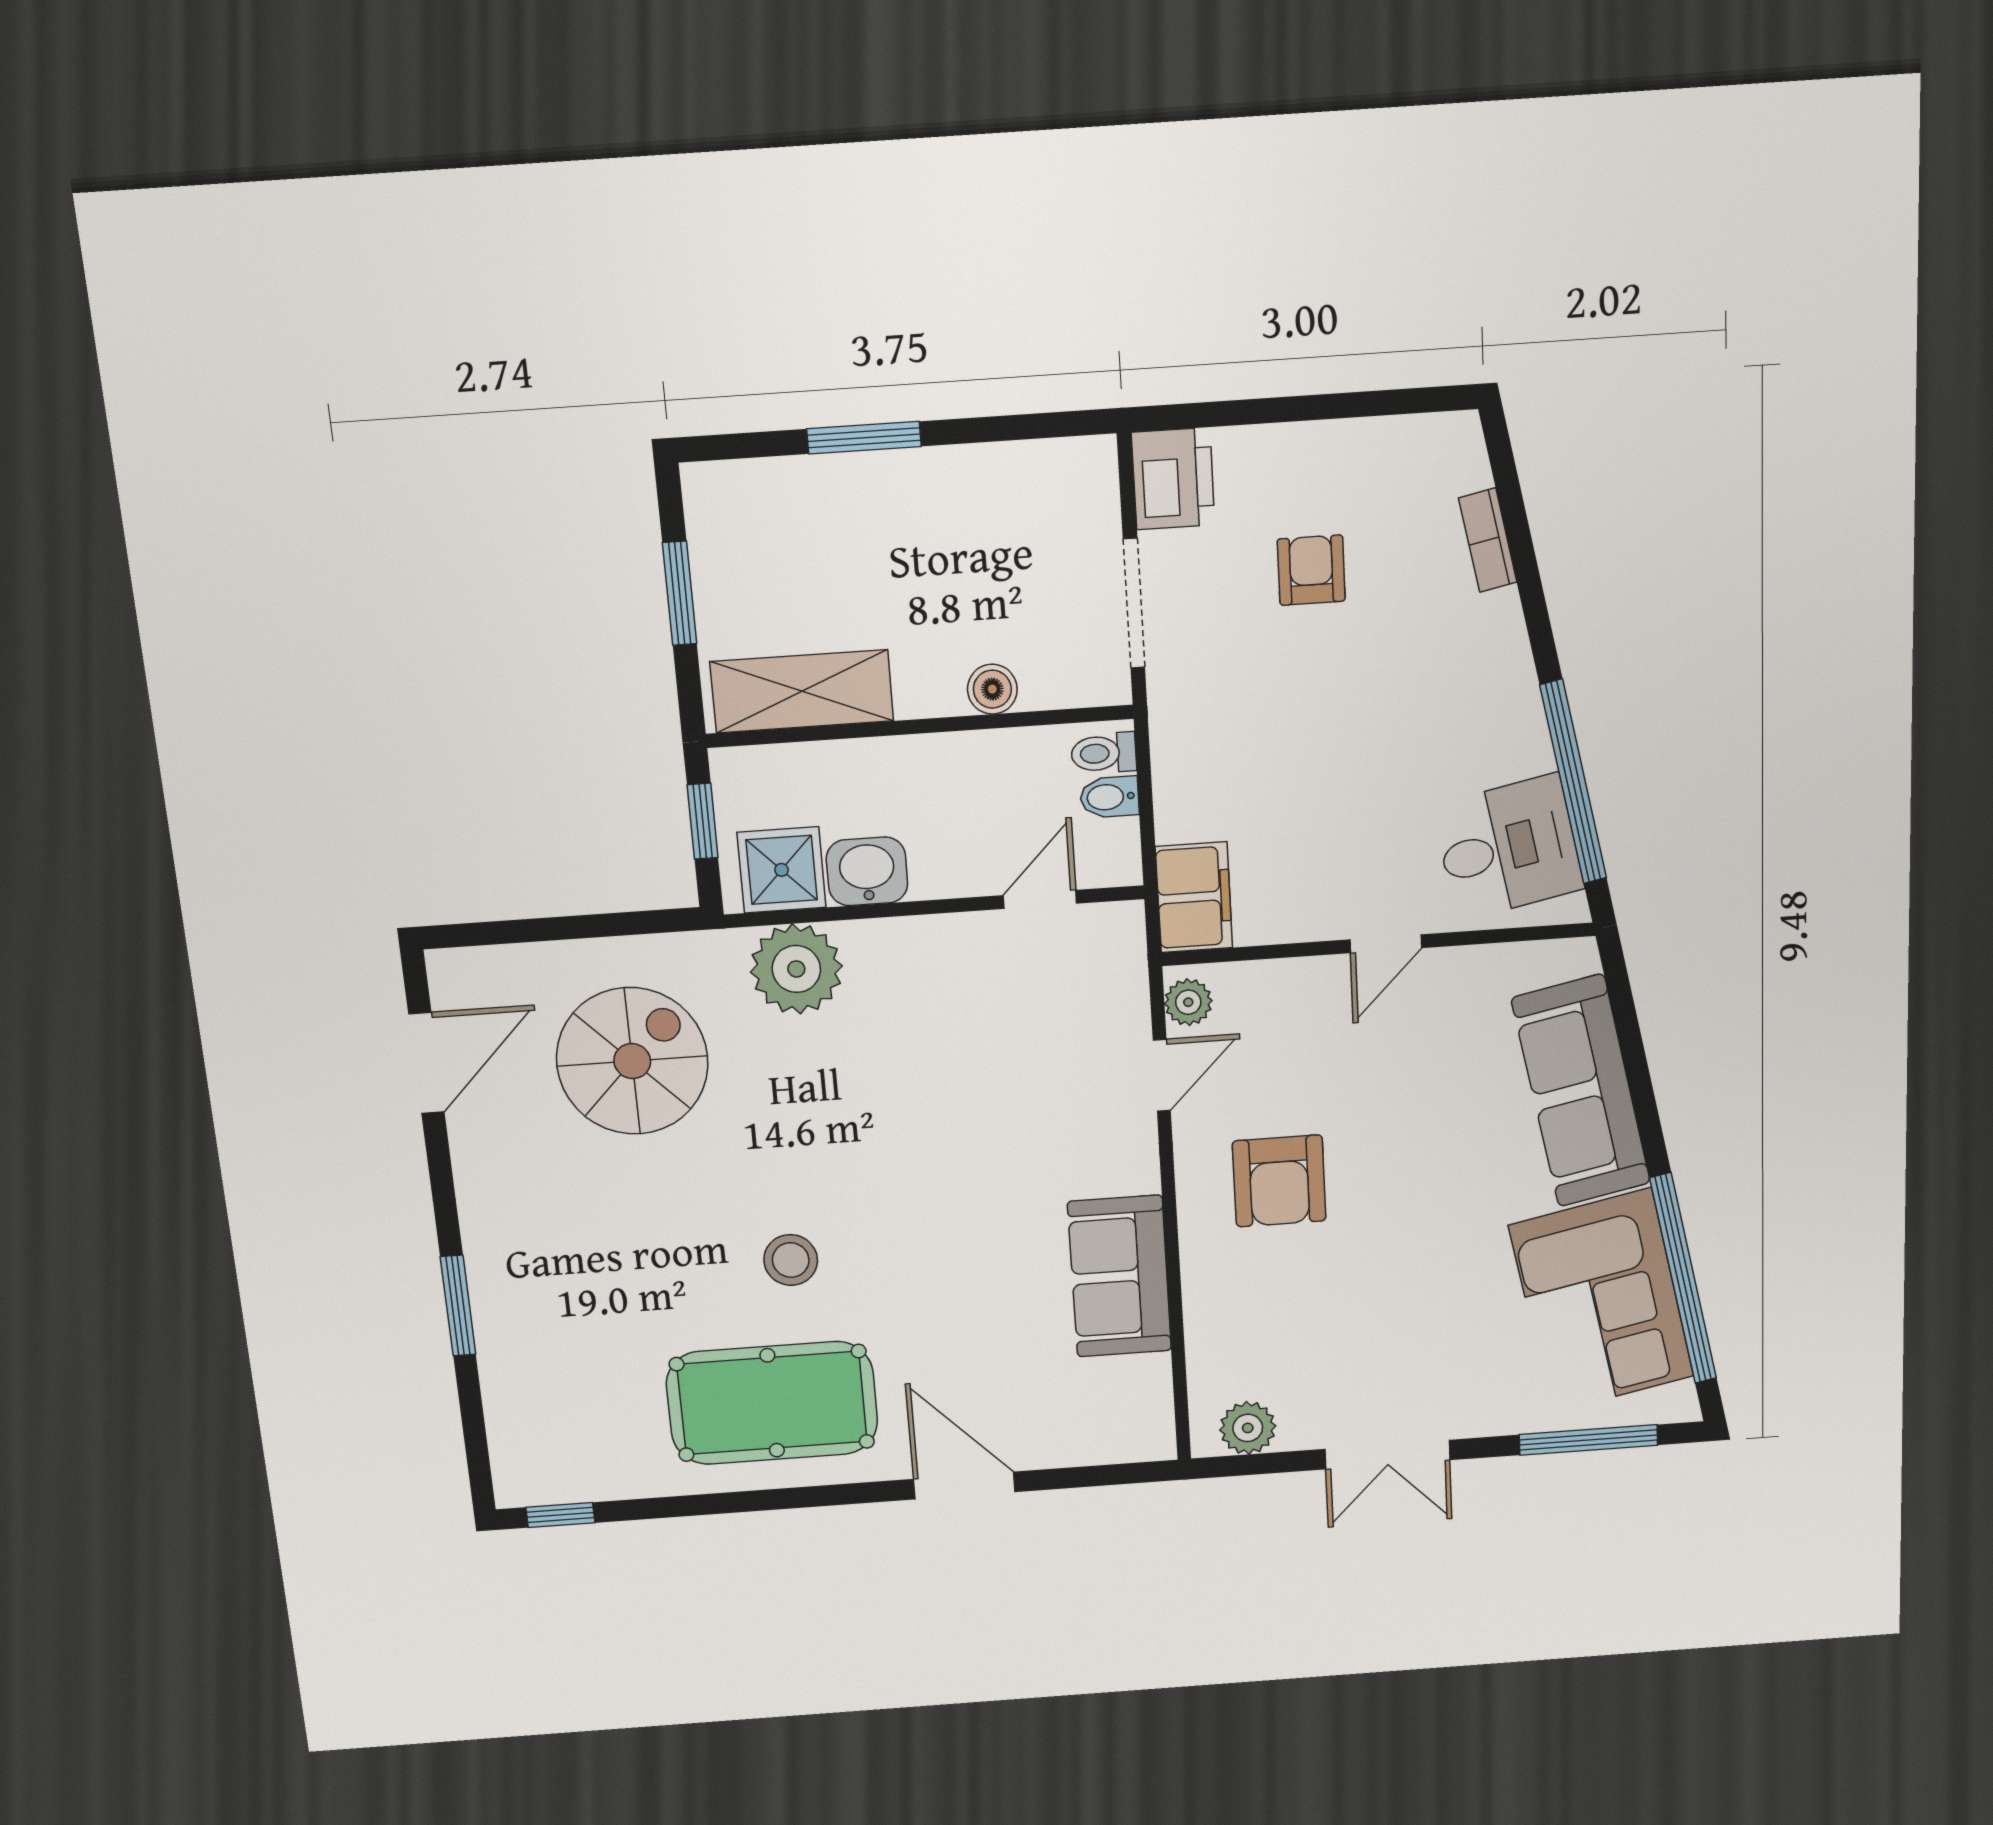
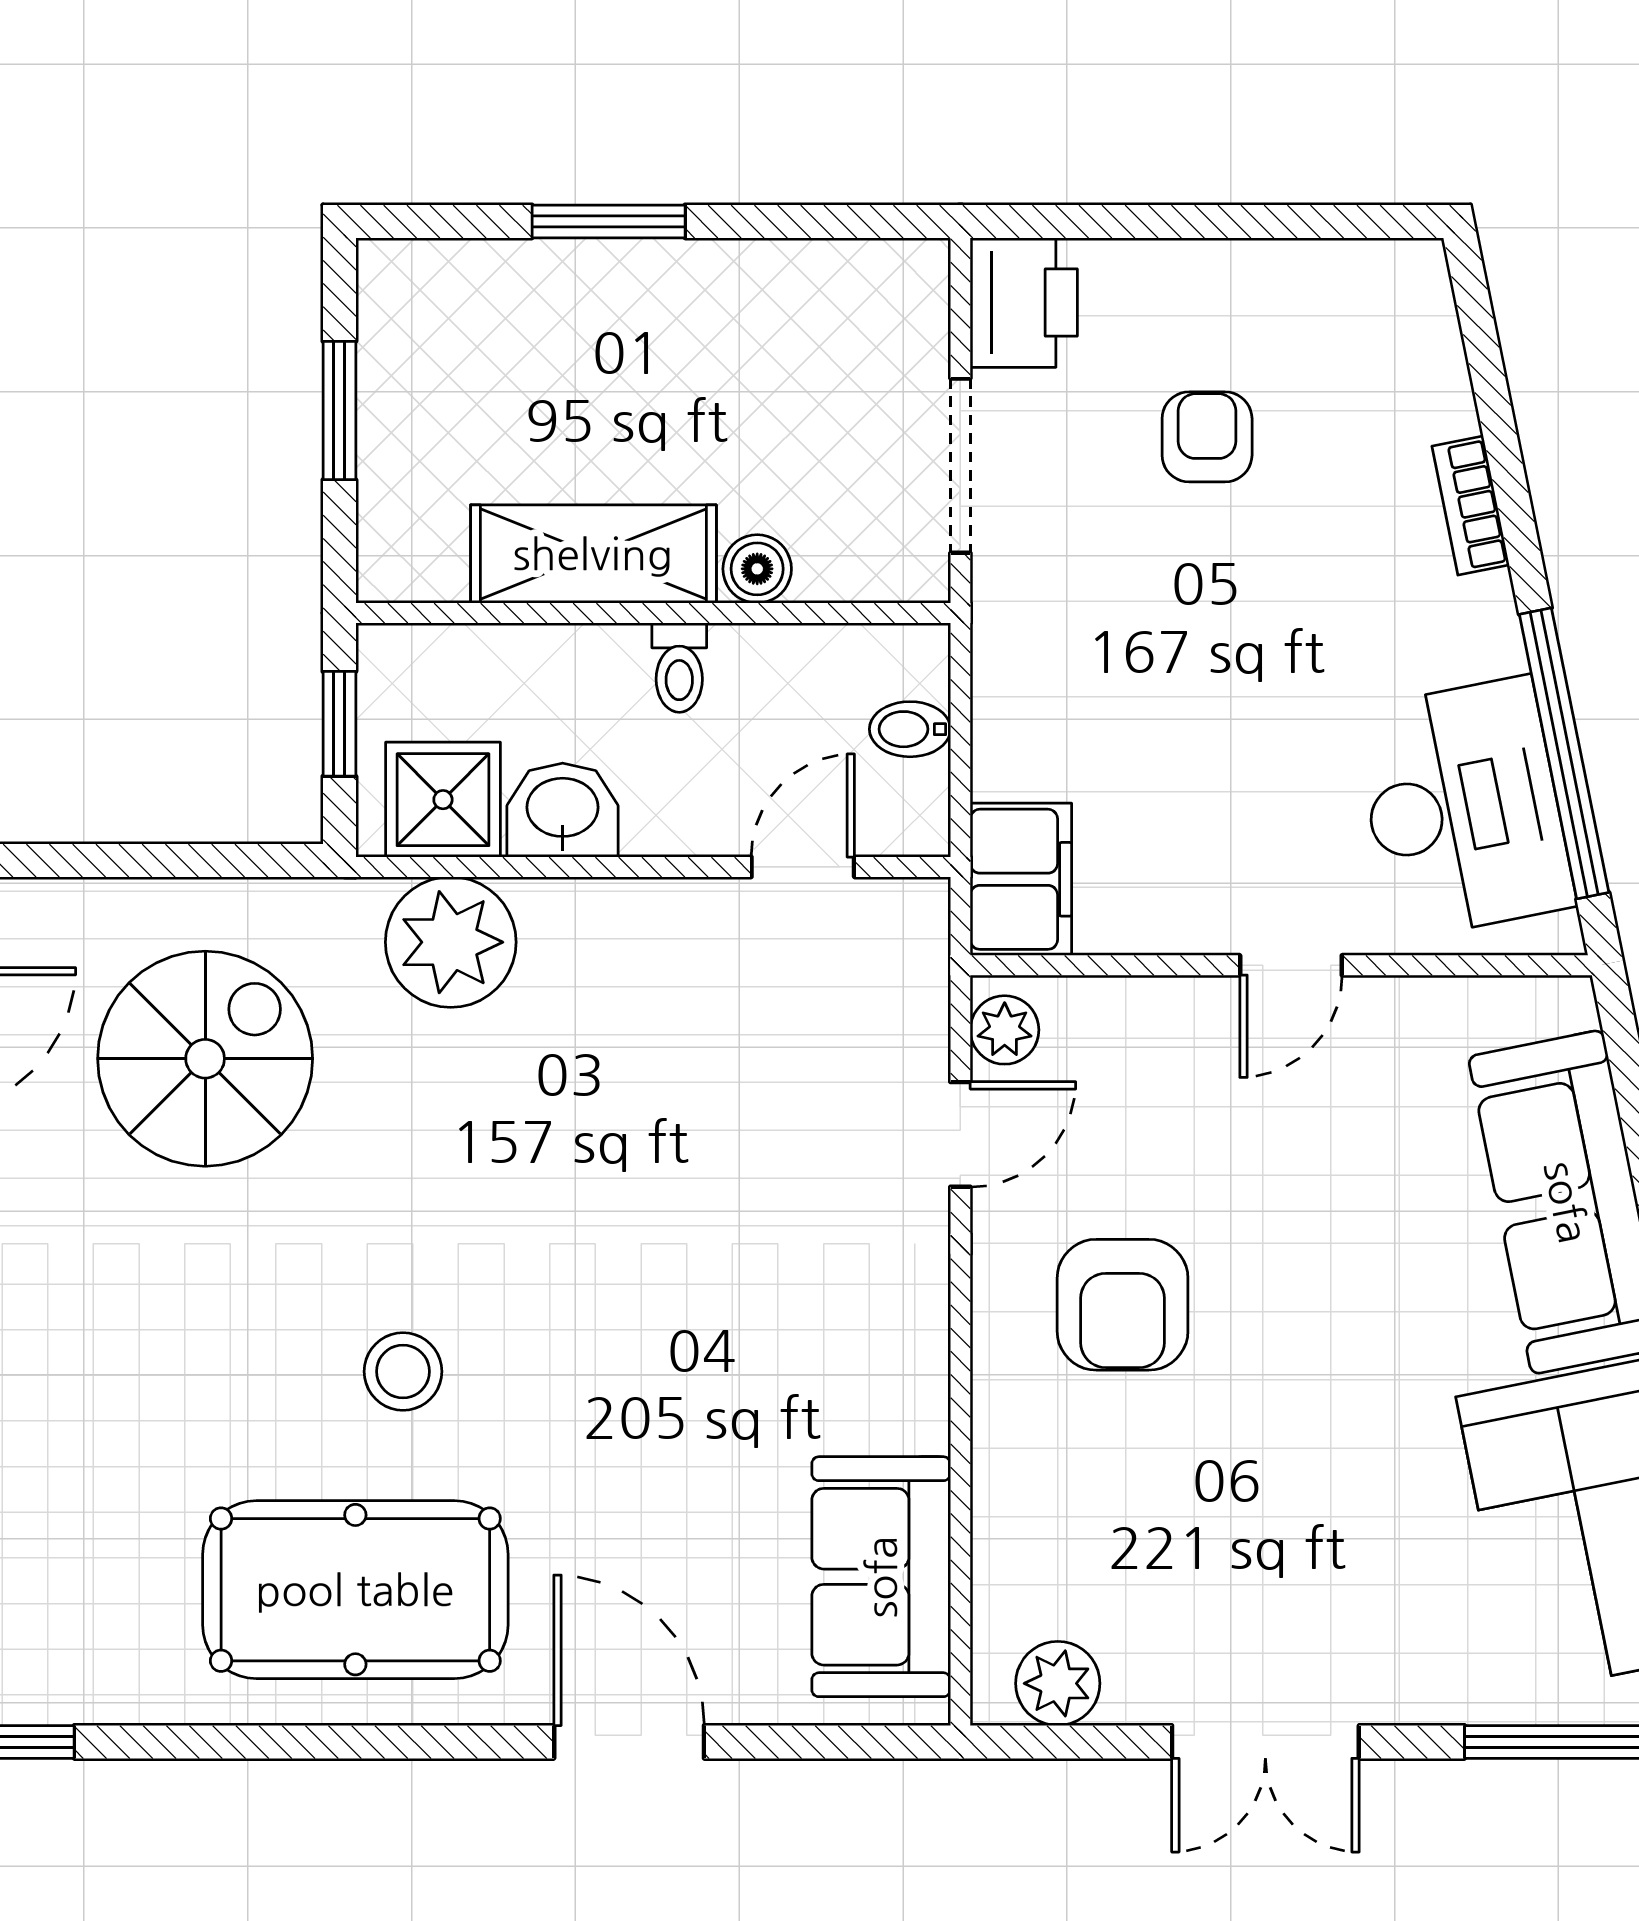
bookcase: (1488, 540) -> (1471, 506), moved
shelving: (802, 691) -> (593, 554), moved
toilet: (1104, 753) -> (679, 668), moved, turned -90
desk: (1508, 848) -> (1463, 808), width x1.37
sofa: (1120, 1276) -> (881, 1577), moved

